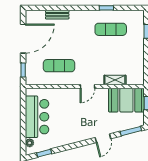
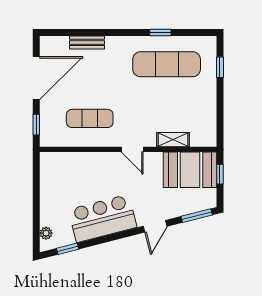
exercise mat: (111, 29) -> (167, 64), width x1.36, depth x1.45
door: (87, 87) -> (132, 149), hinge flipped
bar counter: (37, 117) -> (103, 218), moved, turned -104

